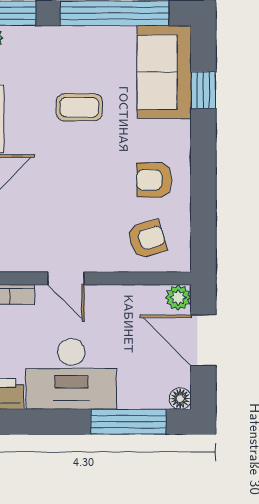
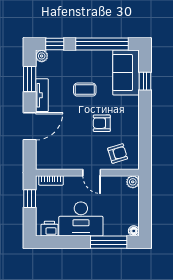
armchair: (154, 180) -> (102, 123), moved
door: (66, 278) -> (92, 173), moved
door: (203, 340) -> (145, 203), removed

